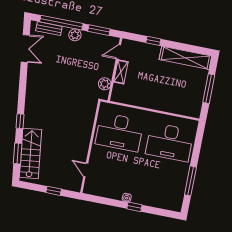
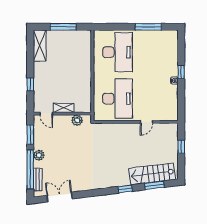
shelving: (185, 58) -> (40, 46), width x0.68
door: (86, 170) -> (146, 122), moved

